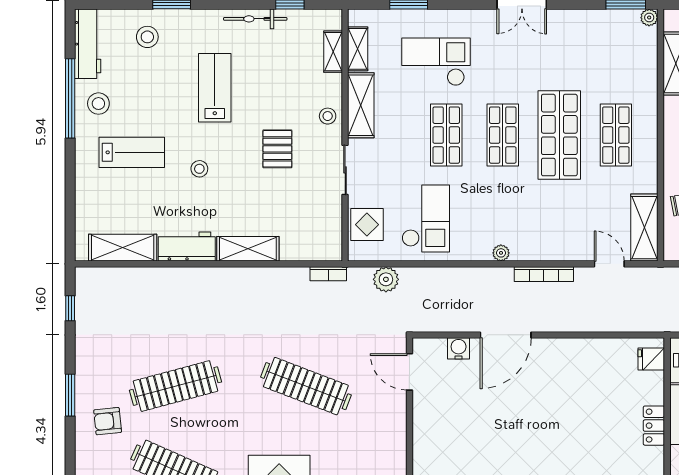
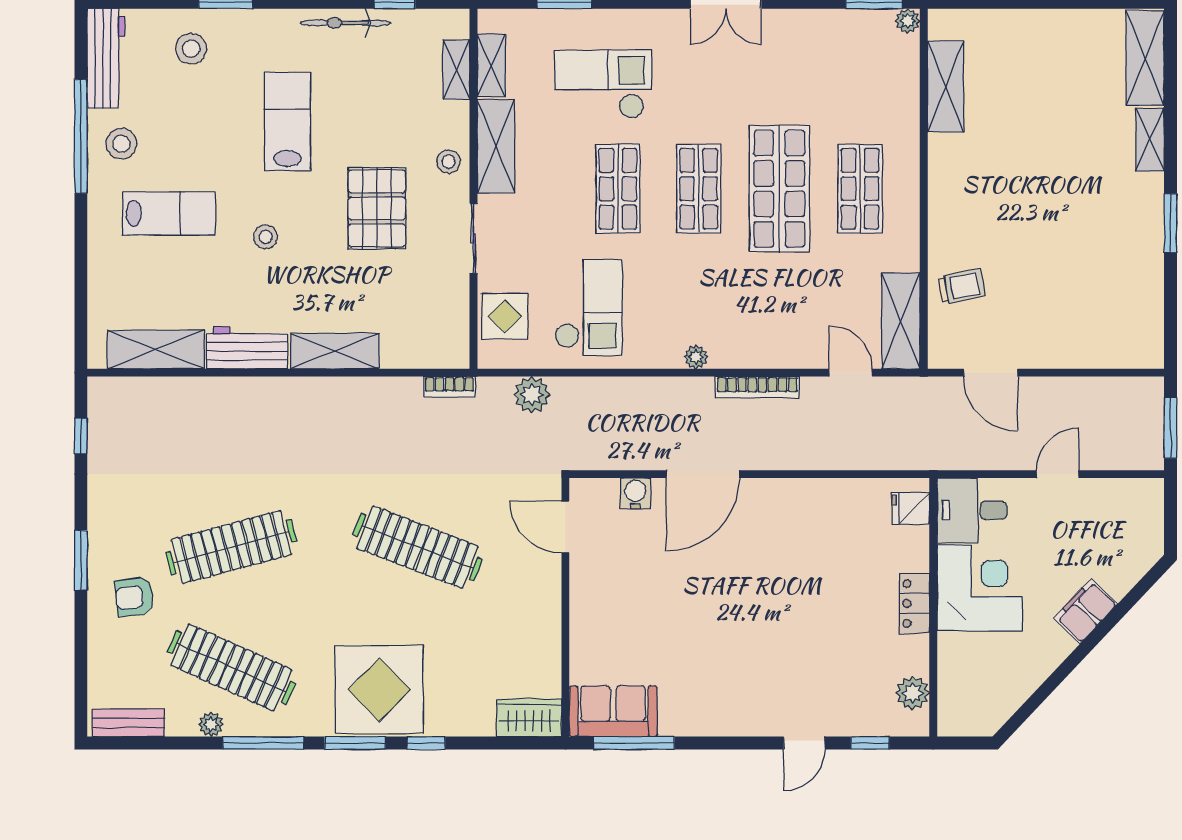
pallet: (277, 149) -> (377, 208), width x1.50, depth x1.42

